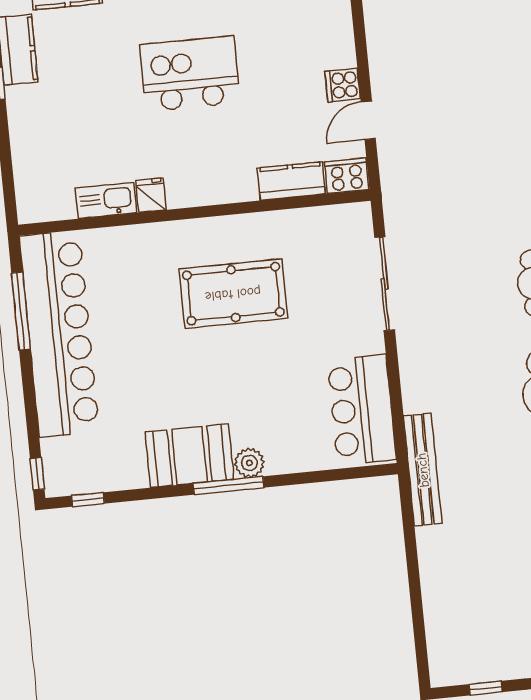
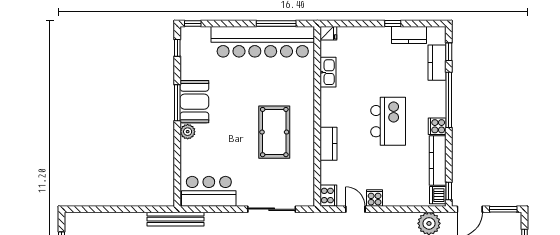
kitchen counter: (291, 181) -> (328, 144), moved
fridge: (151, 195) -> (328, 33), moved
window: (229, 486) -> (177, 103), moved

